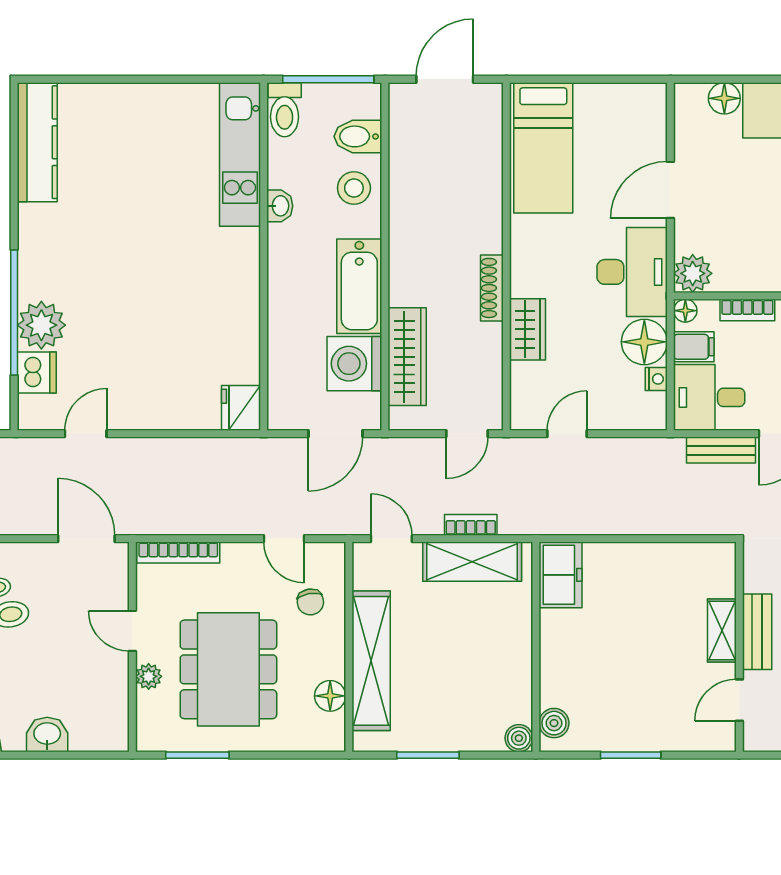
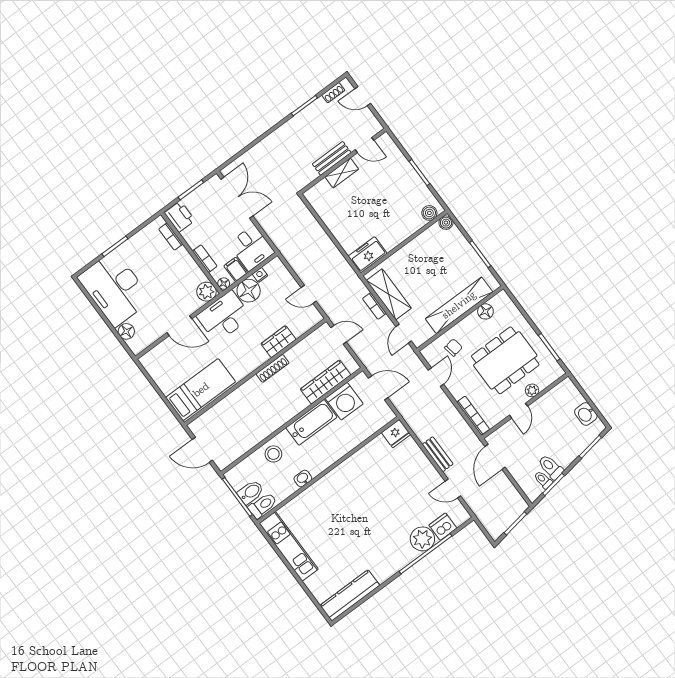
bidet: (358, 136) -> (251, 492), moved, turned -90
kitchen unit: (240, 154) -> (289, 546), moved, turned -90
bench: (721, 450) -> (438, 454), moved

